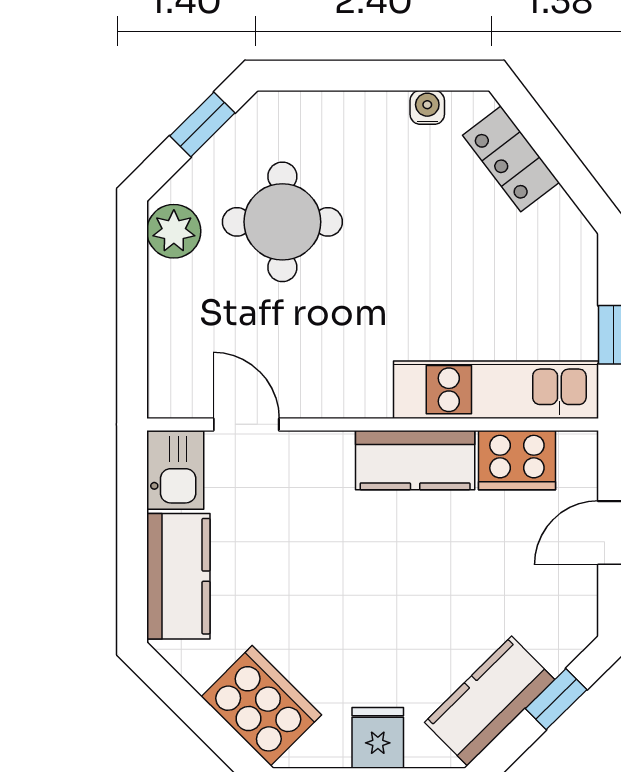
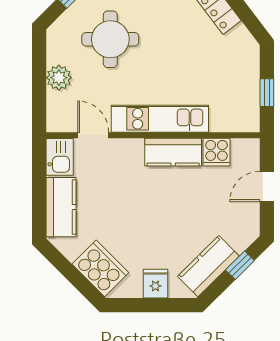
plant: (174, 231) -> (59, 78), moved
kitchen unit: (496, 390) -> (160, 119), moved
cooker: (517, 460) -> (217, 152), width x0.73

